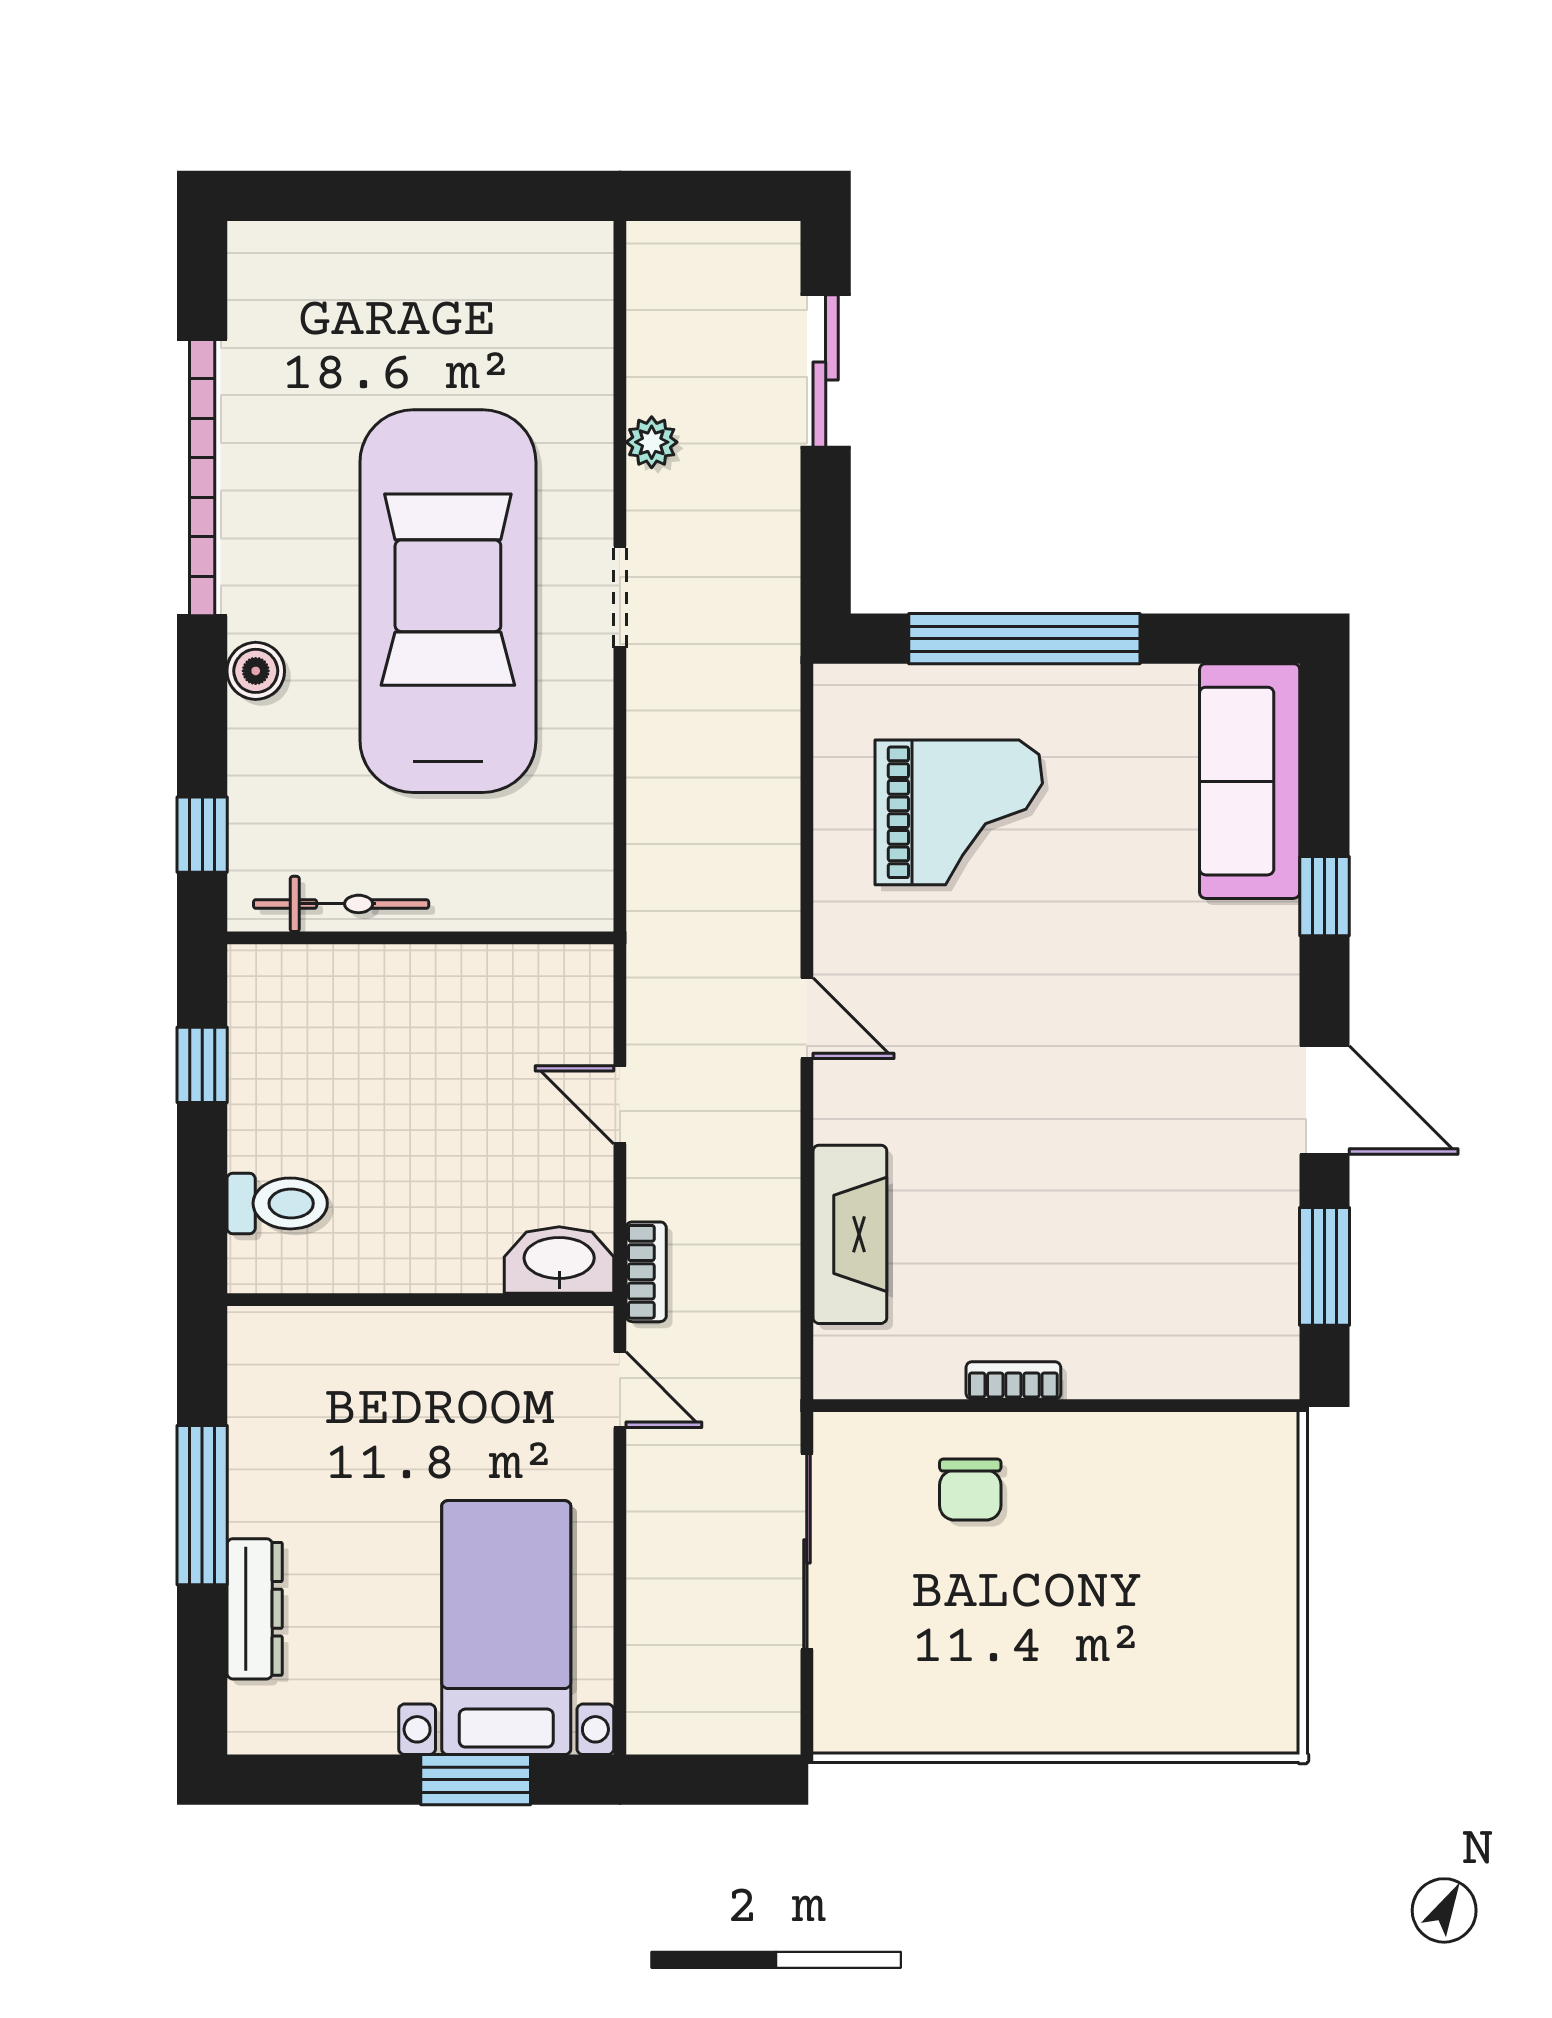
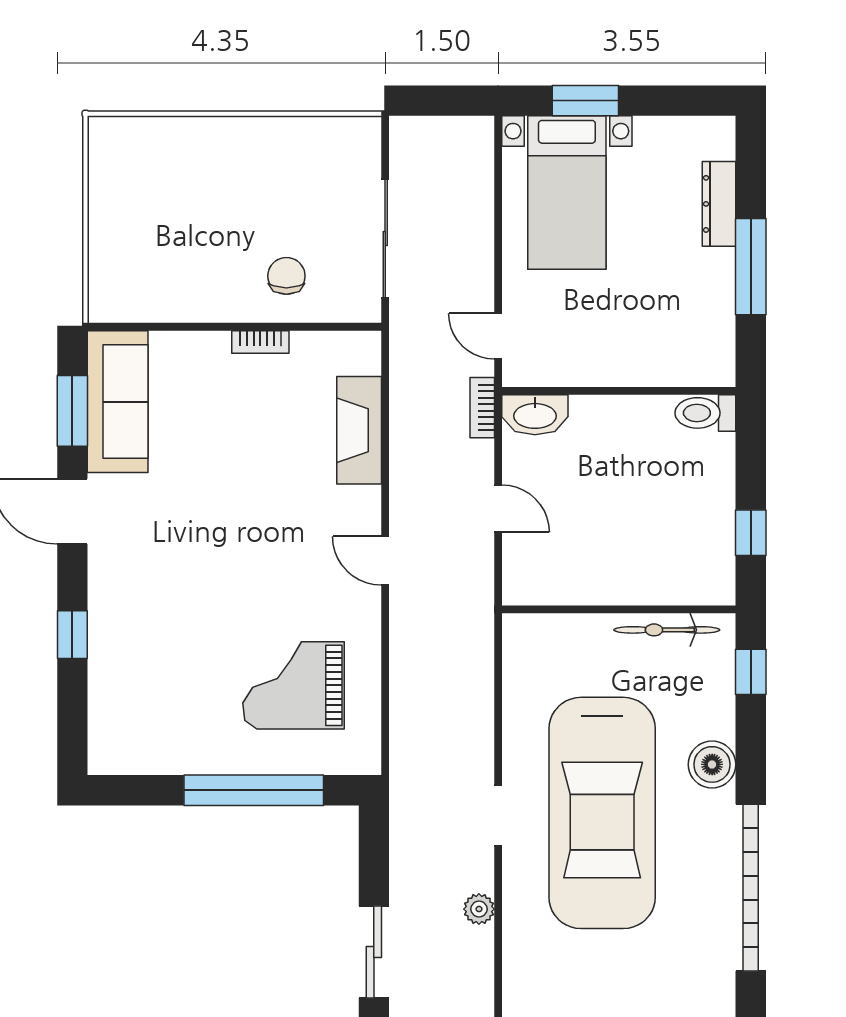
boiler: (256, 671) -> (712, 764), width x1.36, depth x1.36
sofa: (1250, 781) -> (118, 402), moved
toilet: (277, 1203) -> (705, 413), moved

